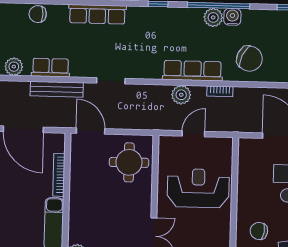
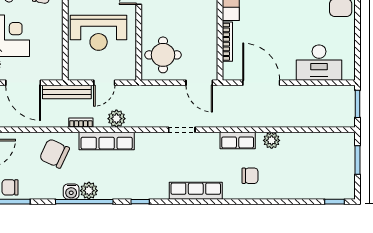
chair: (38, 14) -> (250, 176), moved
bench: (57, 89) -> (67, 92), moved

